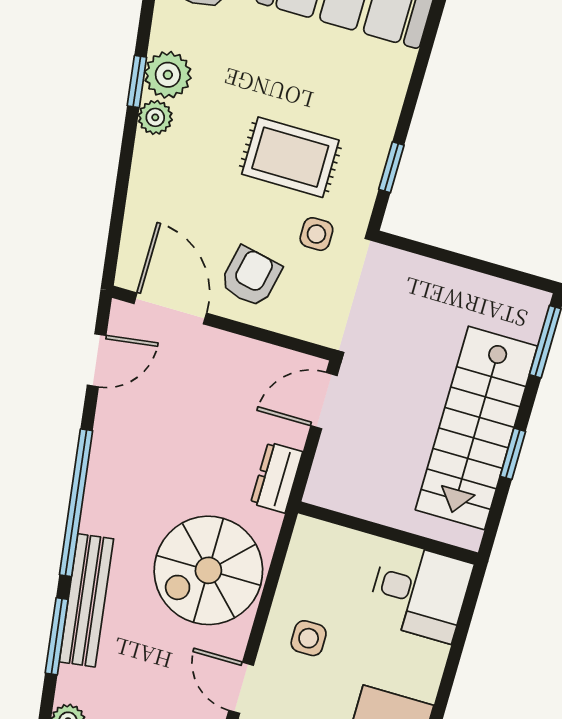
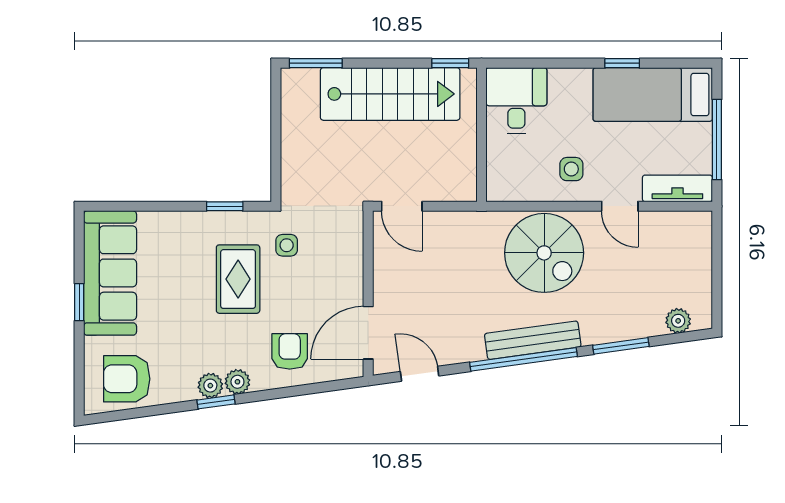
plant: (168, 75) -> (210, 386), width x0.73, depth x0.73
armchair: (251, 277) -> (290, 351), moved, turned 78
window: (513, 454) -> (450, 63), moved
dresser: (277, 478) -> (465, 224), removed
bench: (86, 600) -> (533, 340), moved
door: (241, 688) -> (620, 206), hinge flipped

